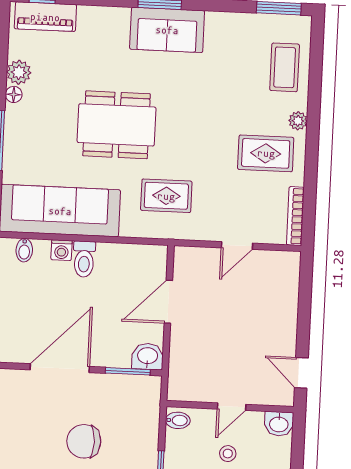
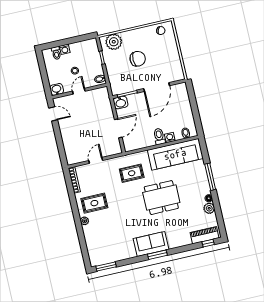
coffee table: (285, 67) -> (97, 242), removed

